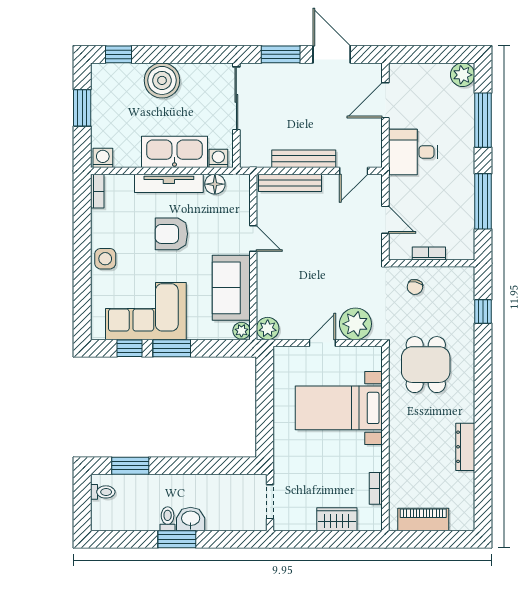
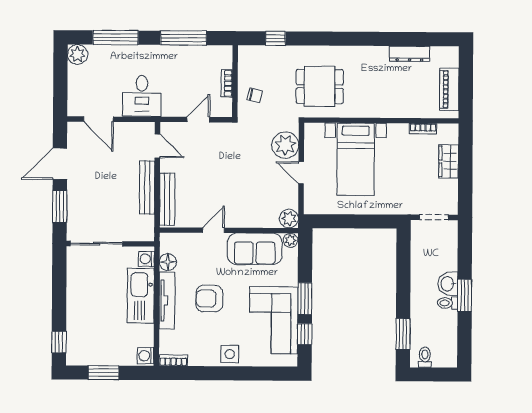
boiler: (162, 80) -> (81, 306), removed
armchair: (171, 234) -> (209, 299), turned 90
dresser: (465, 447) -> (409, 54), moved

